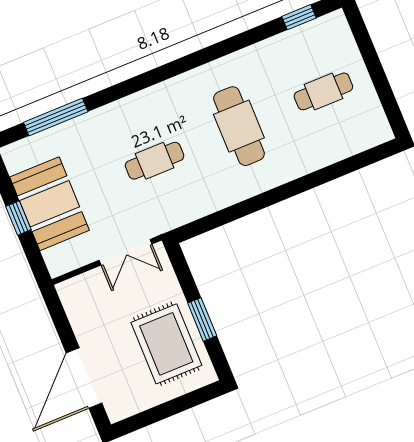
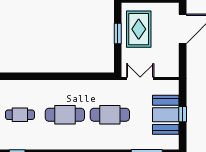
cafe table: (239, 126) -> (65, 115), turned 90
cafe table: (155, 161) -> (110, 115), width x1.37, depth x1.35

